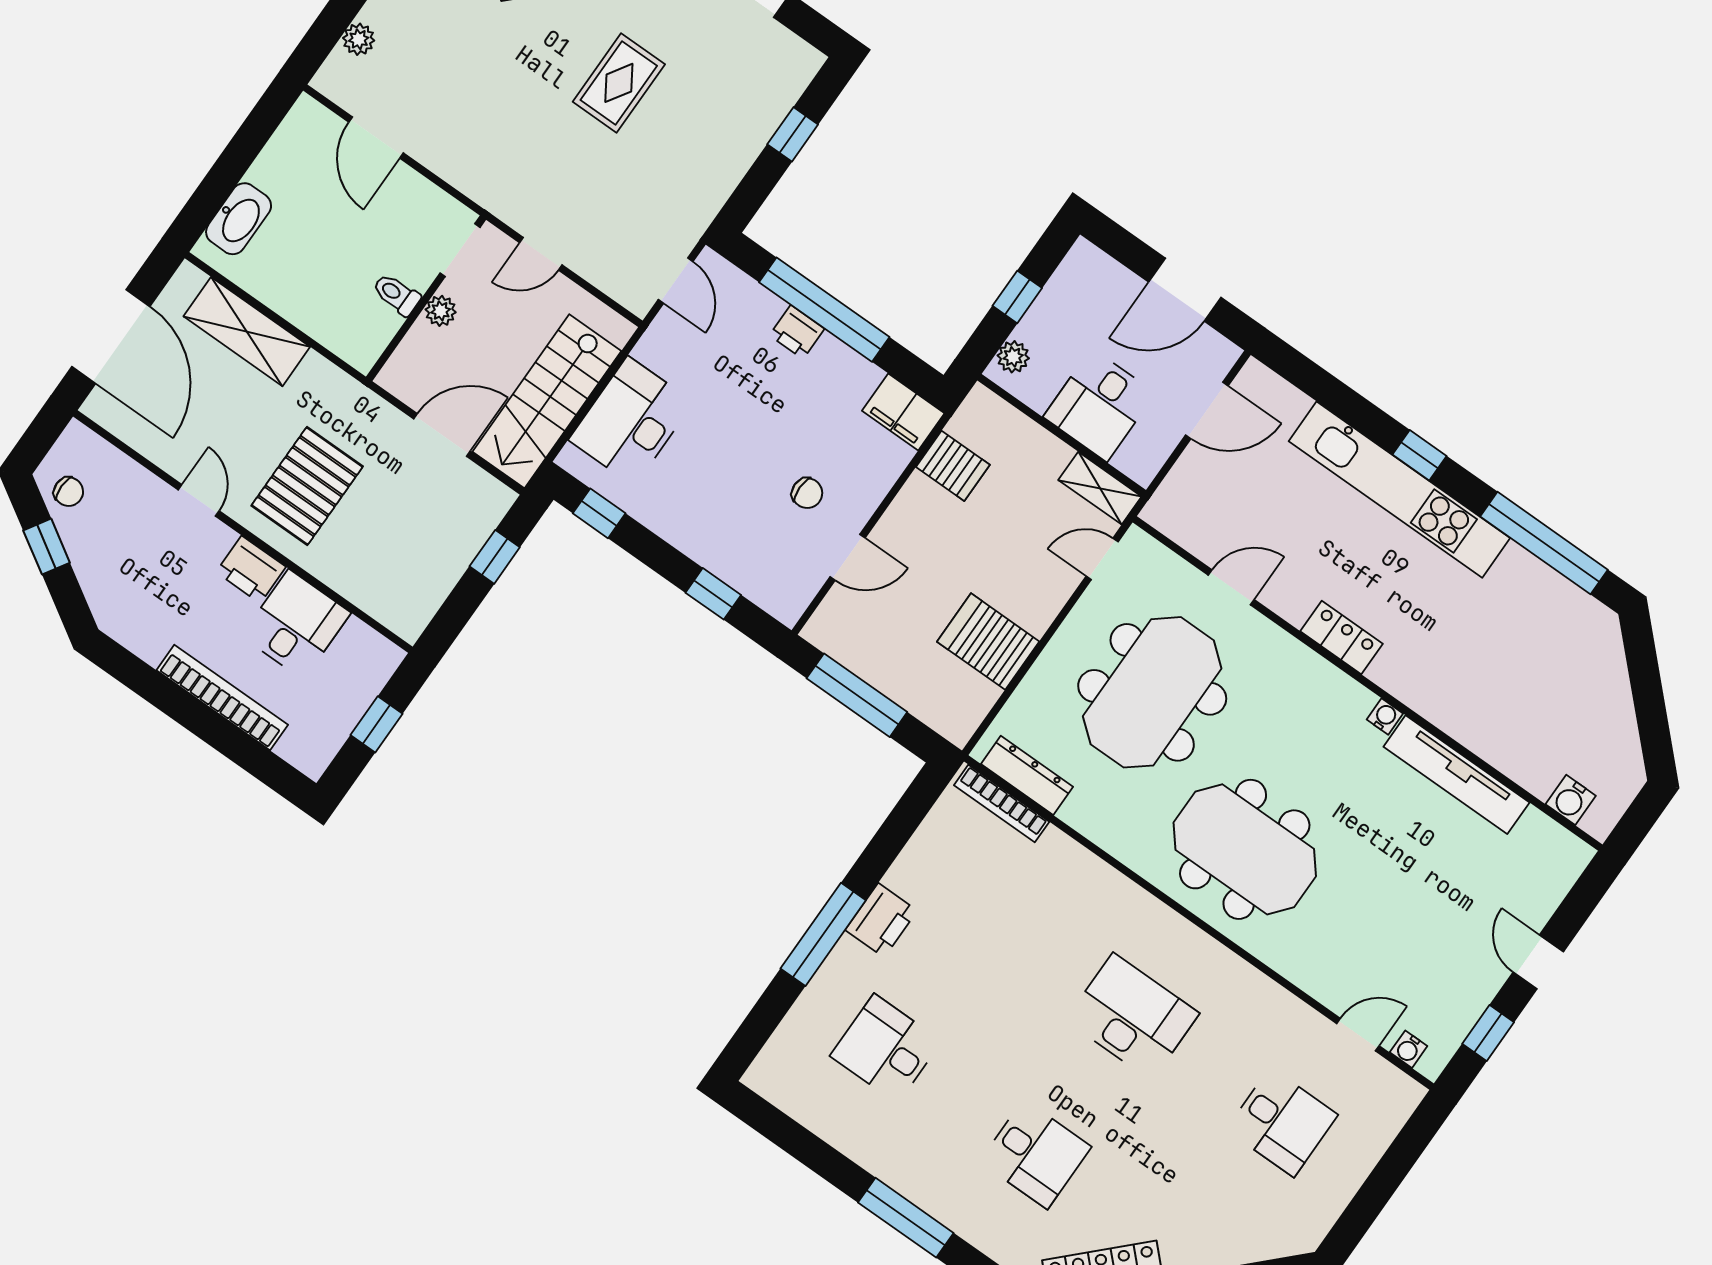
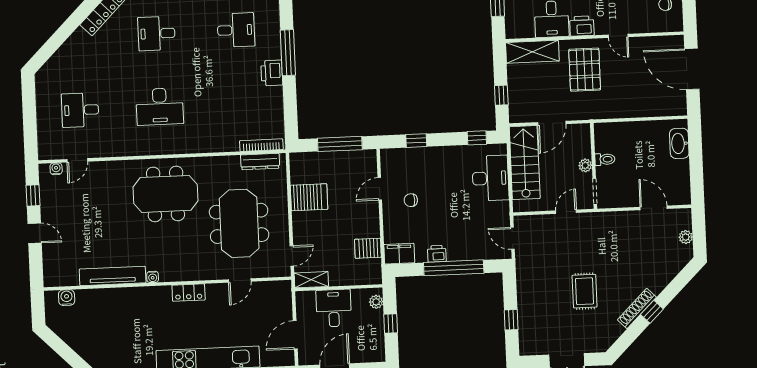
shelving: (247, 332) -> (532, 52), moved
printer: (797, 332) -> (437, 254), moved

